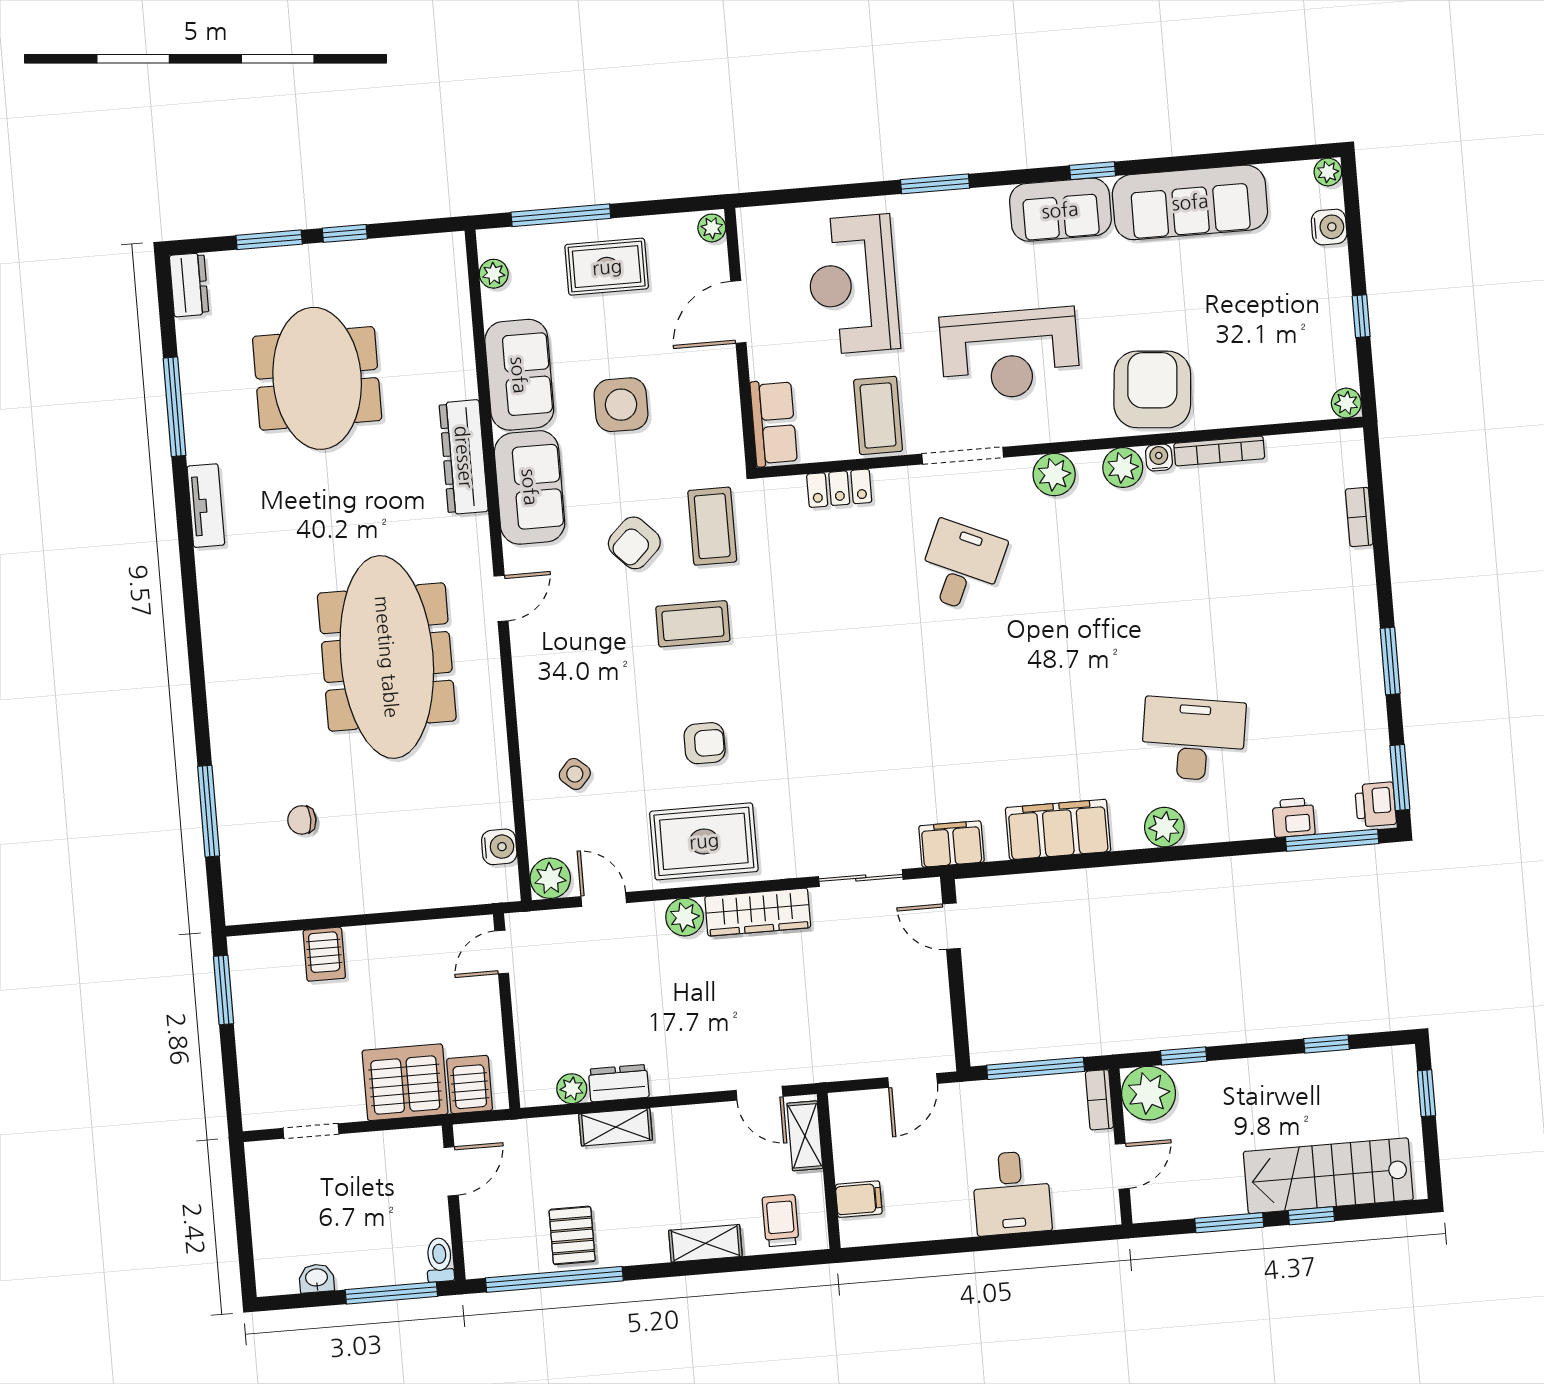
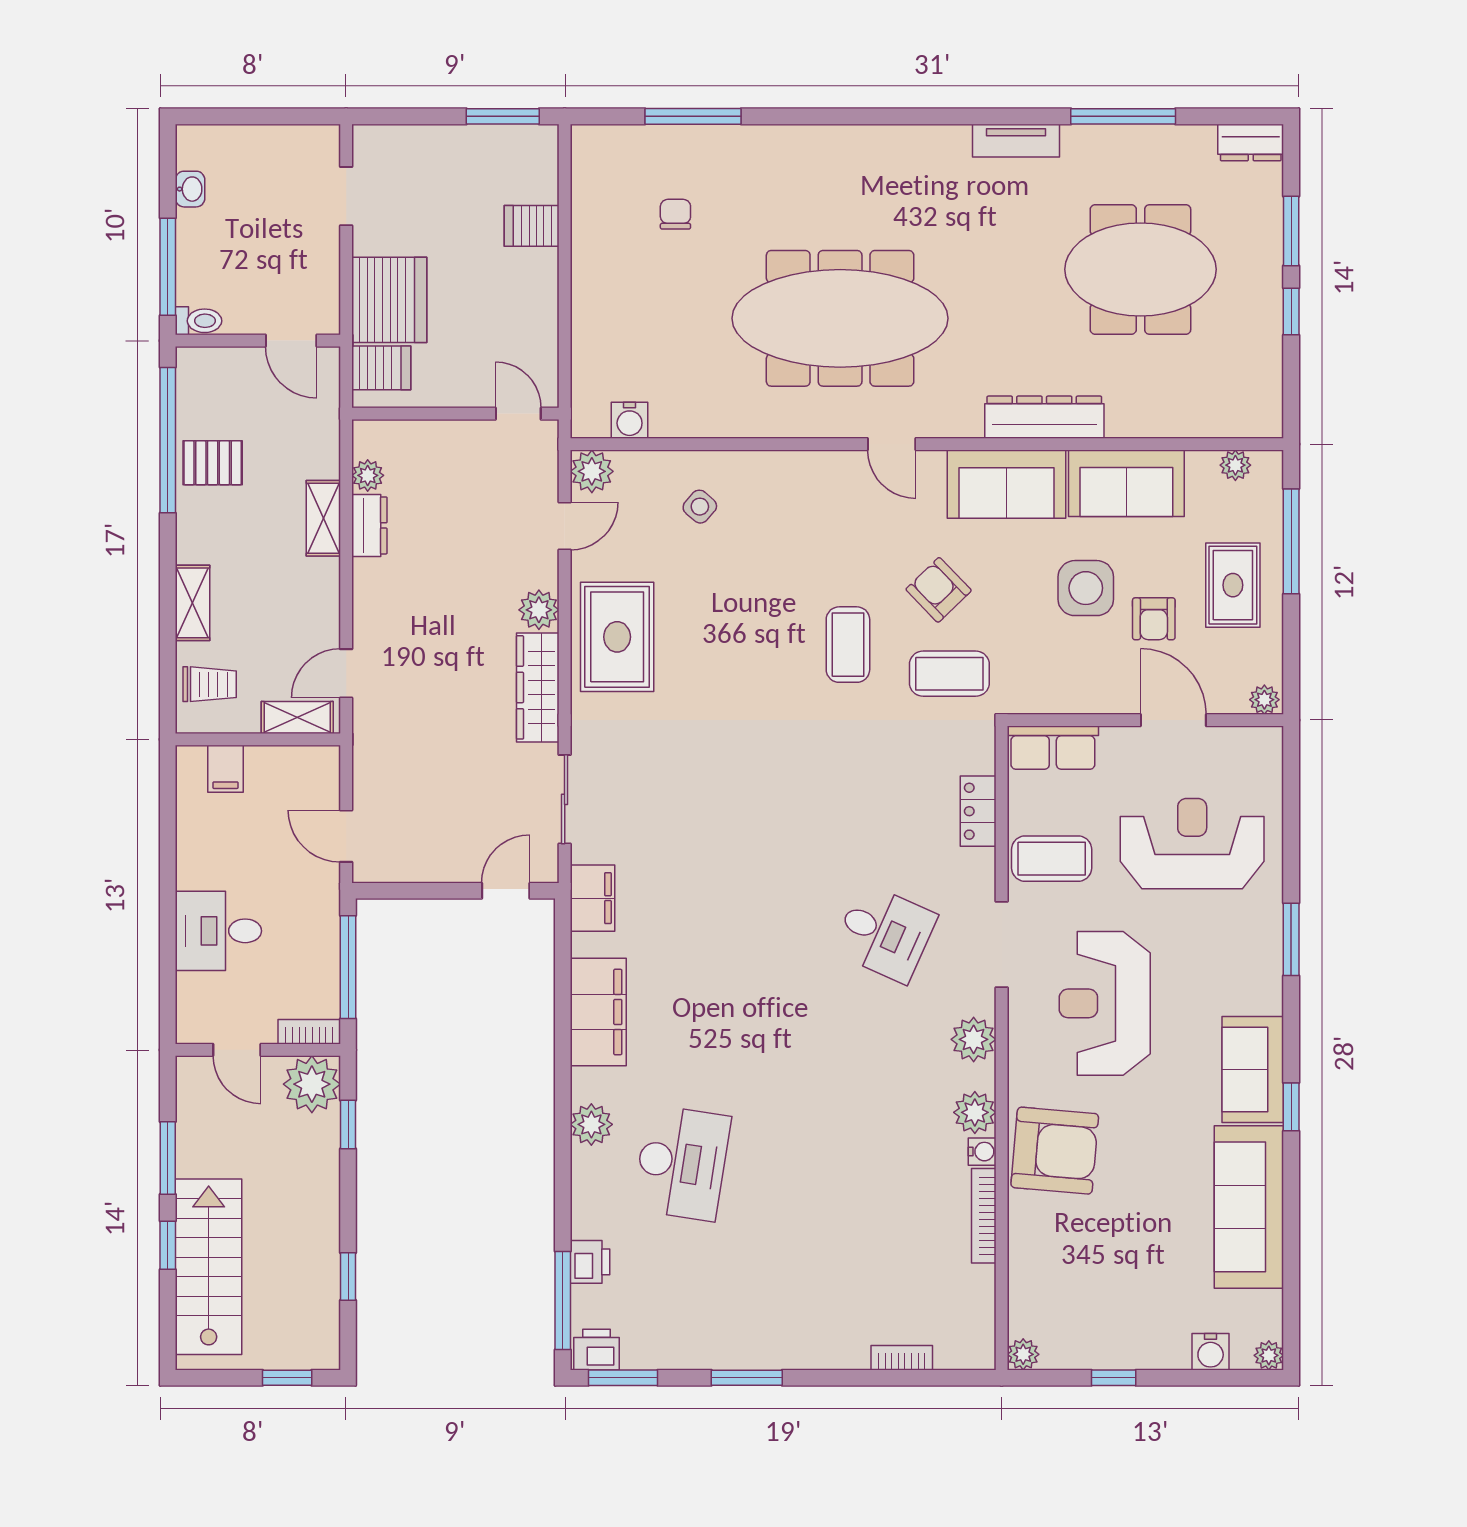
armchair: (705, 743) -> (1154, 619), moved

